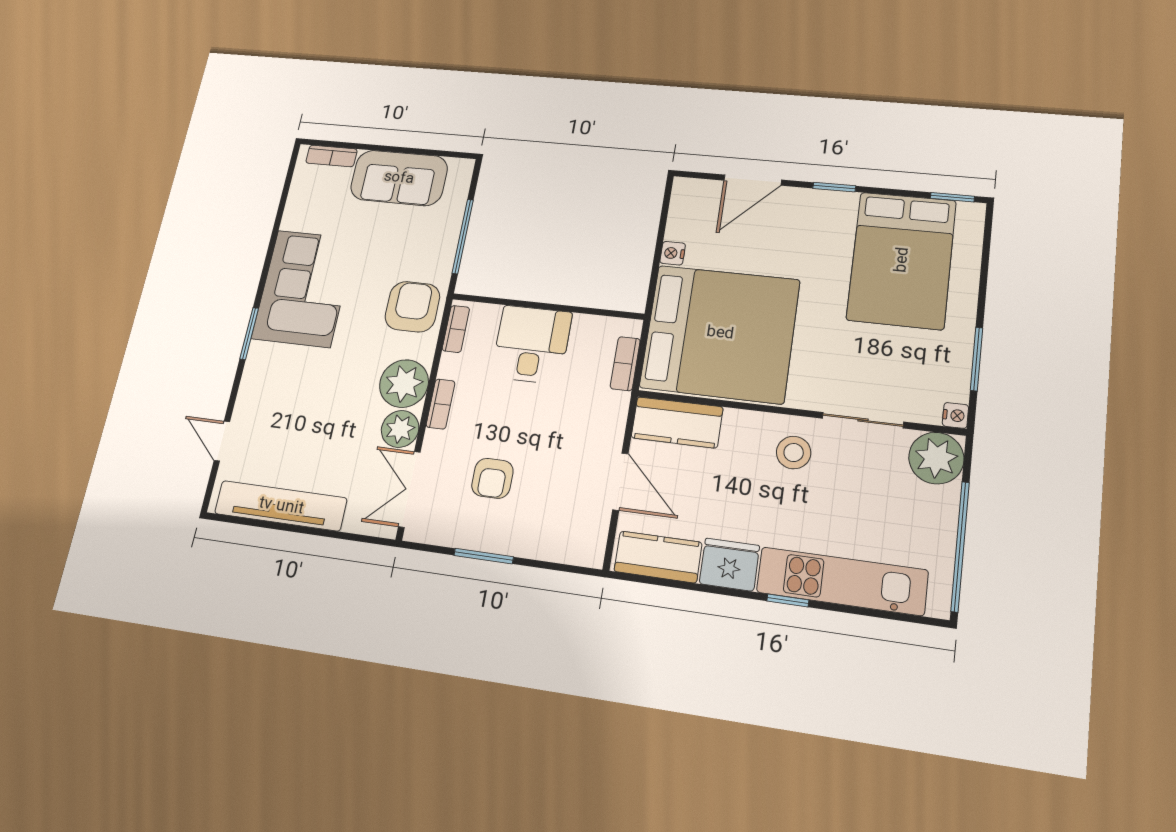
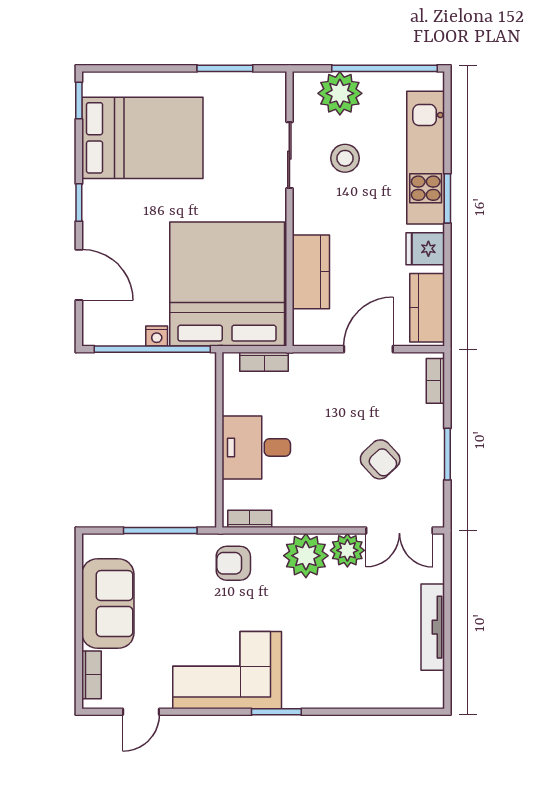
window: (659, 247) -> (152, 349), added
armchair: (412, 307) -> (233, 563), width x0.72, depth x0.72
bookcase: (441, 404) -> (435, 381), moved, turned -90
nightstand: (955, 415) -> (276, 81), removed
kitchen counter: (677, 422) -> (311, 272), moved
door: (222, 441) -> (141, 712), moved
stool: (794, 453) -> (345, 158), moved
plant: (936, 458) -> (340, 93), moved
armchair: (492, 478) -> (380, 459), turned 47
tv unit: (281, 506) -> (433, 627), width x0.73, depth x0.78
fridge: (729, 565) -> (425, 249), width x0.72
window: (788, 600) -> (447, 198), width x1.50

